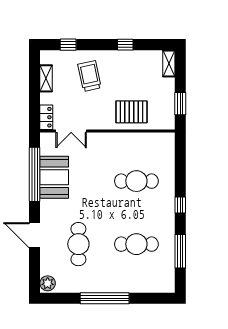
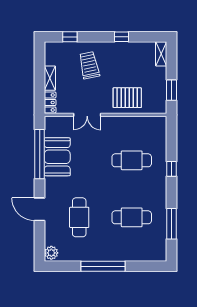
shelving: (46, 78) -> (50, 78), moved
double door: (71, 131) -> (87, 115), moved
window: (180, 205) -> (171, 169), moved

